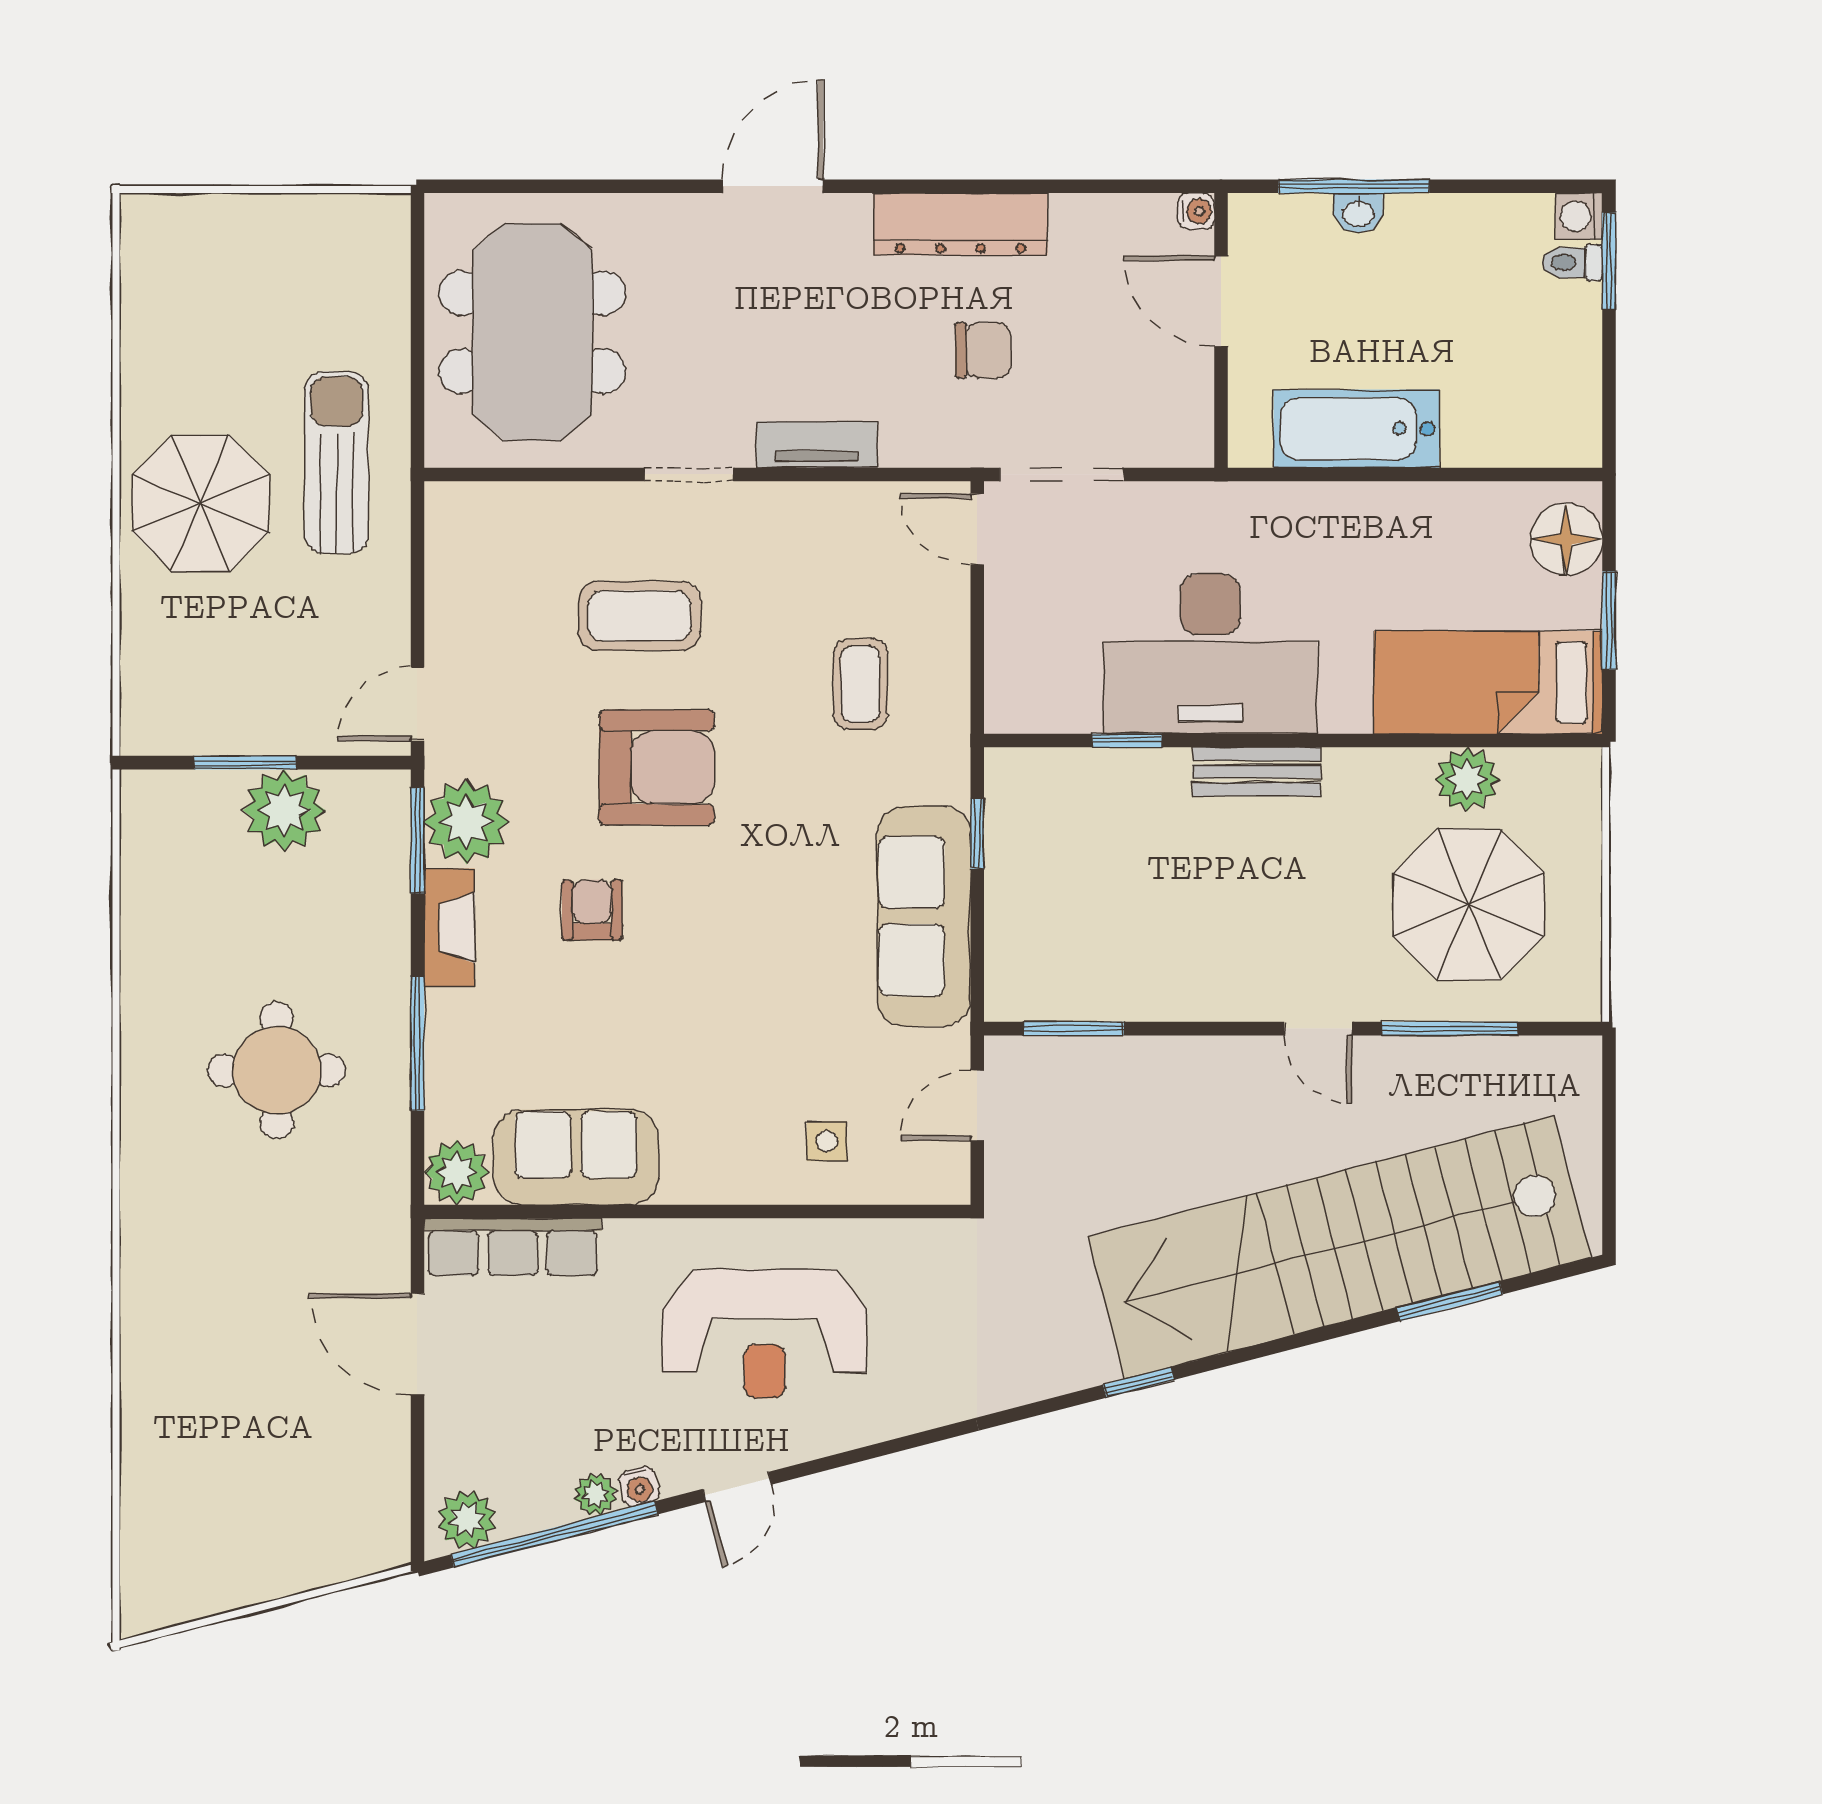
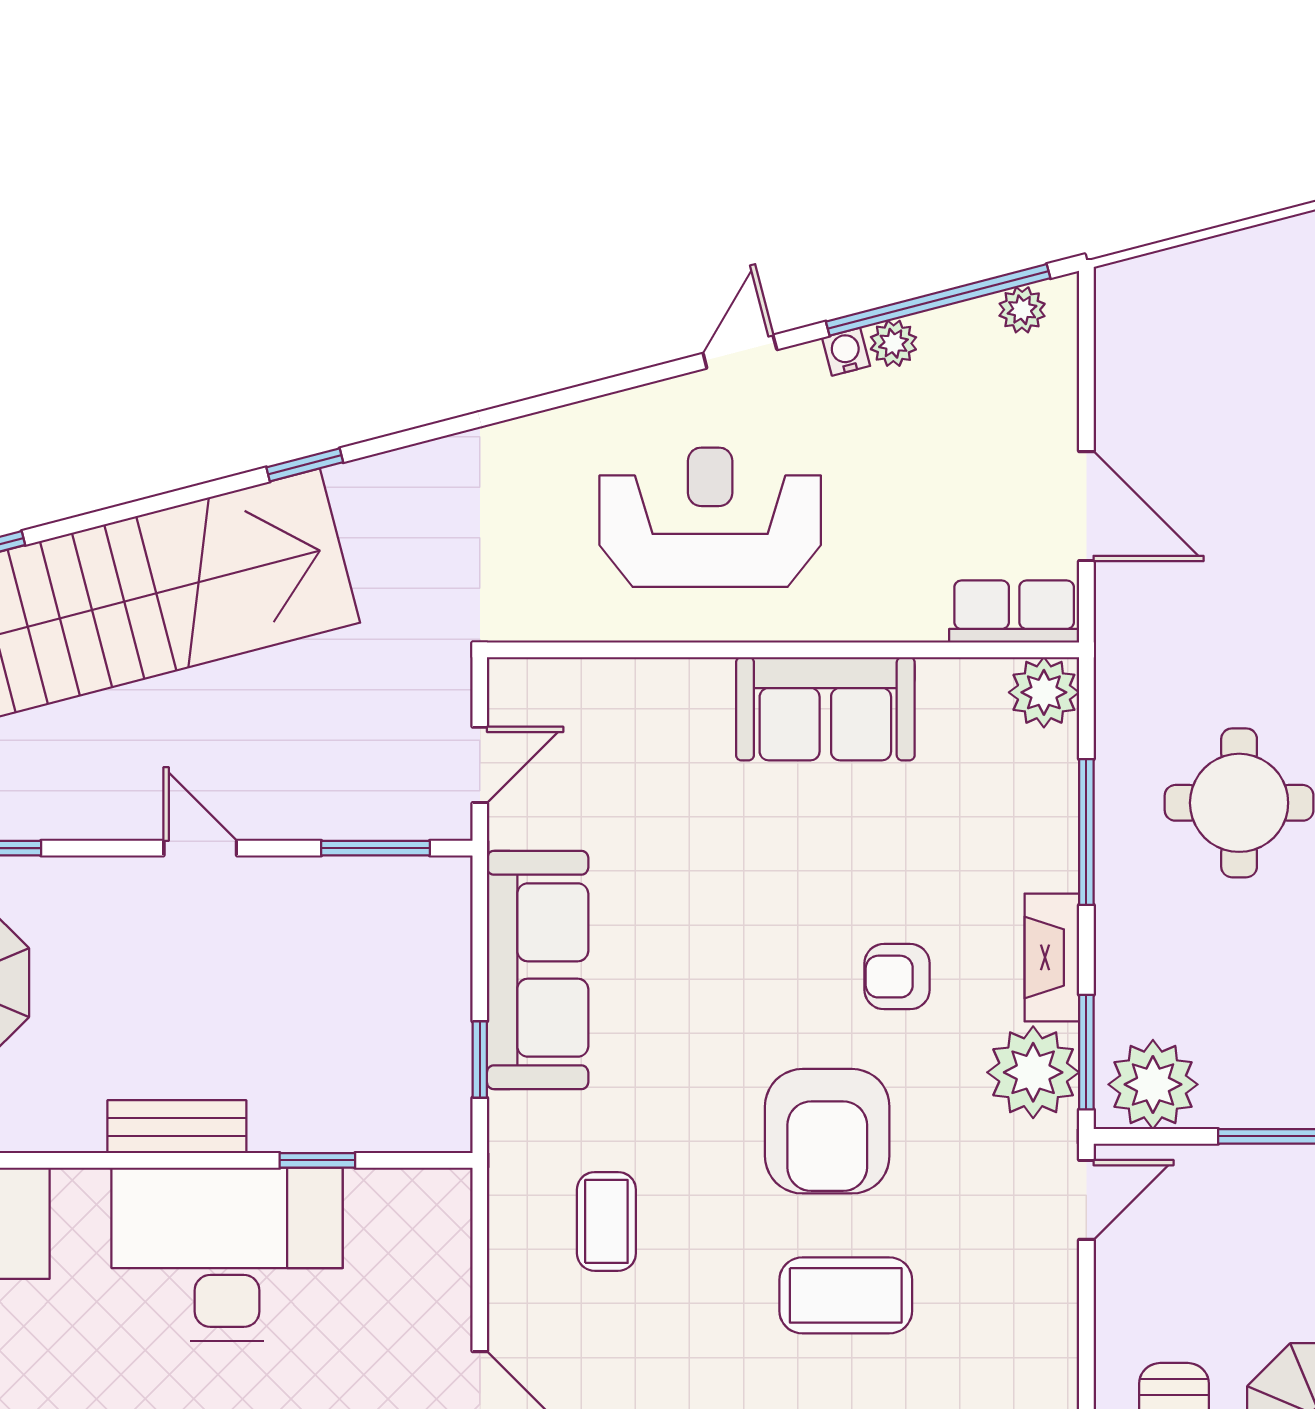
armchair: (657, 767) -> (827, 1131), turned -90
plant: (284, 810) -> (1153, 1084), moved
armchair: (592, 910) -> (897, 977), turned 90
door: (1318, 1029) -> (200, 848), moved
side table: (827, 1141) -> (643, 726), removed
sofa: (576, 1157) -> (825, 709), moved
row of seats: (513, 1247) -> (1014, 612), width x0.68
plant: (467, 1519) -> (1022, 310), width x0.73, depth x0.73

